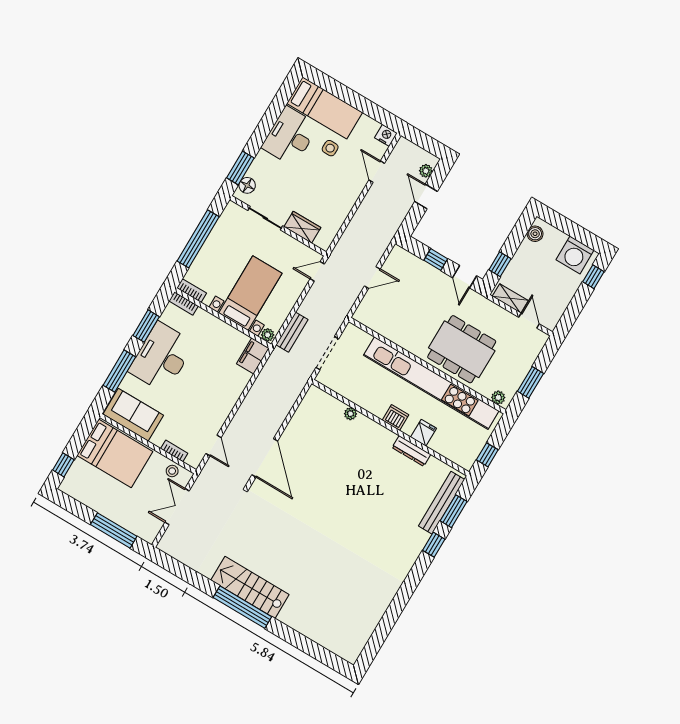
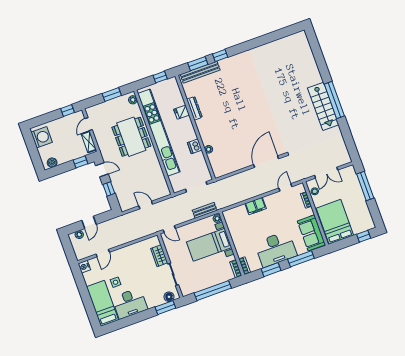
door: (465, 277) -> (102, 170), hinge flipped
window: (593, 277) -> (67, 110), moved
filing cabinet: (253, 356) -> (256, 206), moved
dishwasher: (396, 418) -> (195, 146), moved

